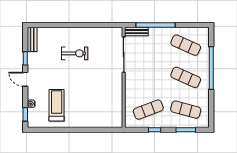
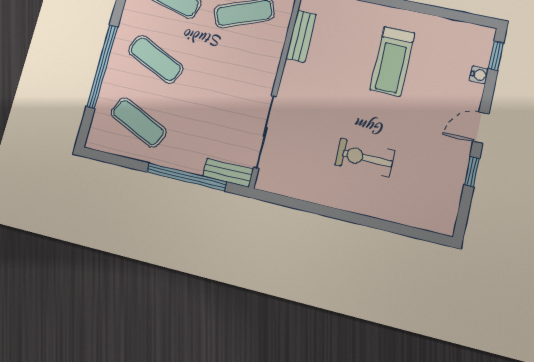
bench: (32, 39) -> (301, 36), moved
door: (25, 79) -> (481, 128), swing flipped
treadmill: (57, 105) -> (392, 61), moved

